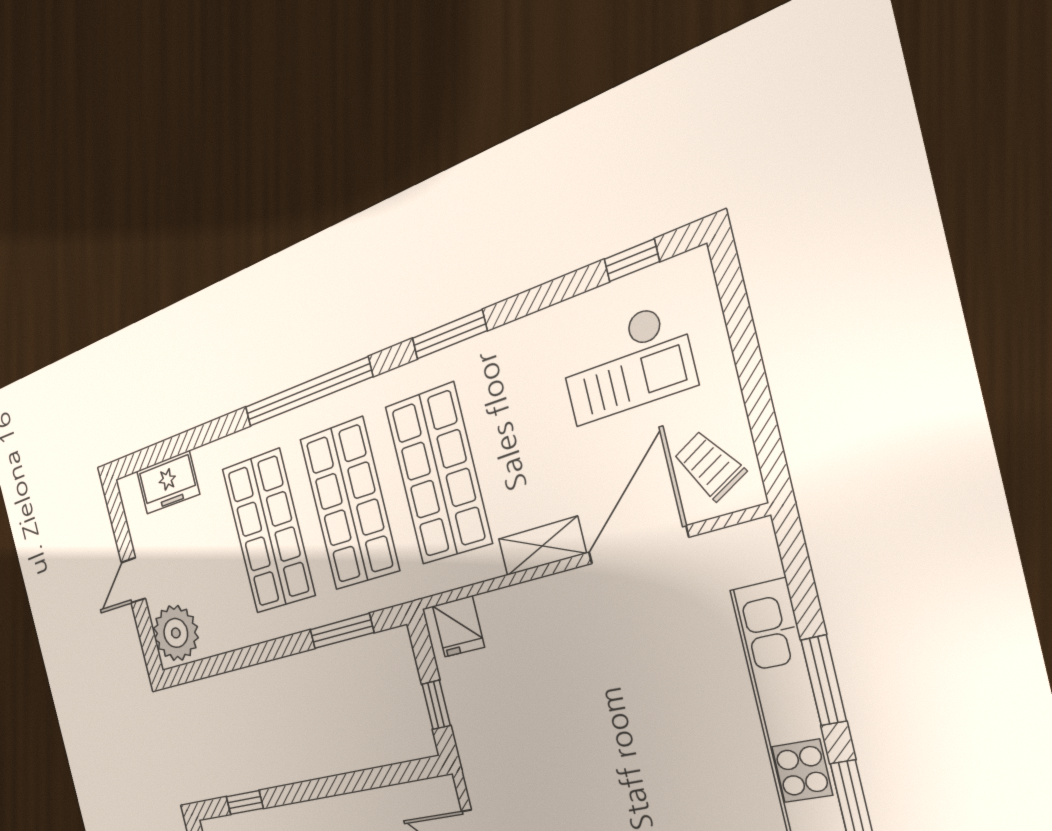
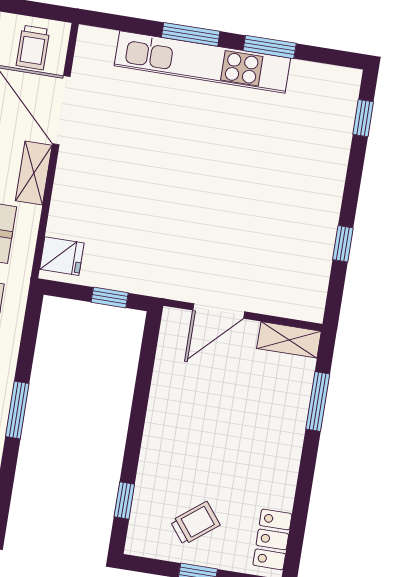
trolley: (709, 466) -> (33, 48), turned -59
window: (342, 631) -> (17, 410), moved

